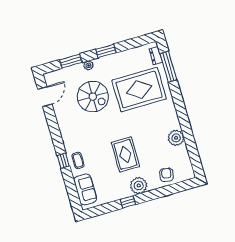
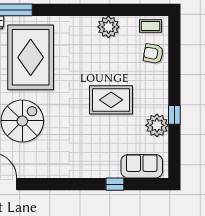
coffee table: (78, 160) -> (151, 26), moved
window: (63, 161) -> (115, 184), moved
plant: (139, 186) -> (157, 125), moved

